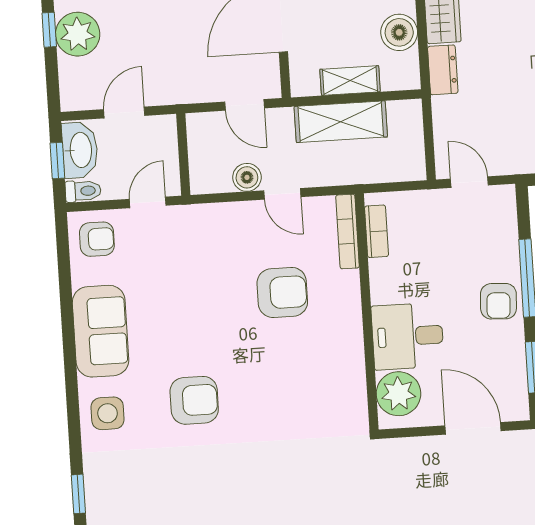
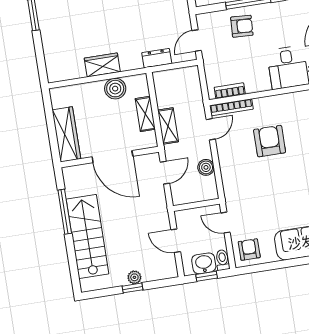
plant: (78, 34) -> (134, 277), width x0.53, depth x0.53
dresser: (443, 70) -> (157, 58), moved
shelving: (341, 122) -> (168, 126), width x0.67, depth x0.75
washbasin: (80, 150) -> (204, 263), width x0.72
door: (282, 194) -> (211, 129), moved
armchair: (498, 301) -> (242, 26), moved

